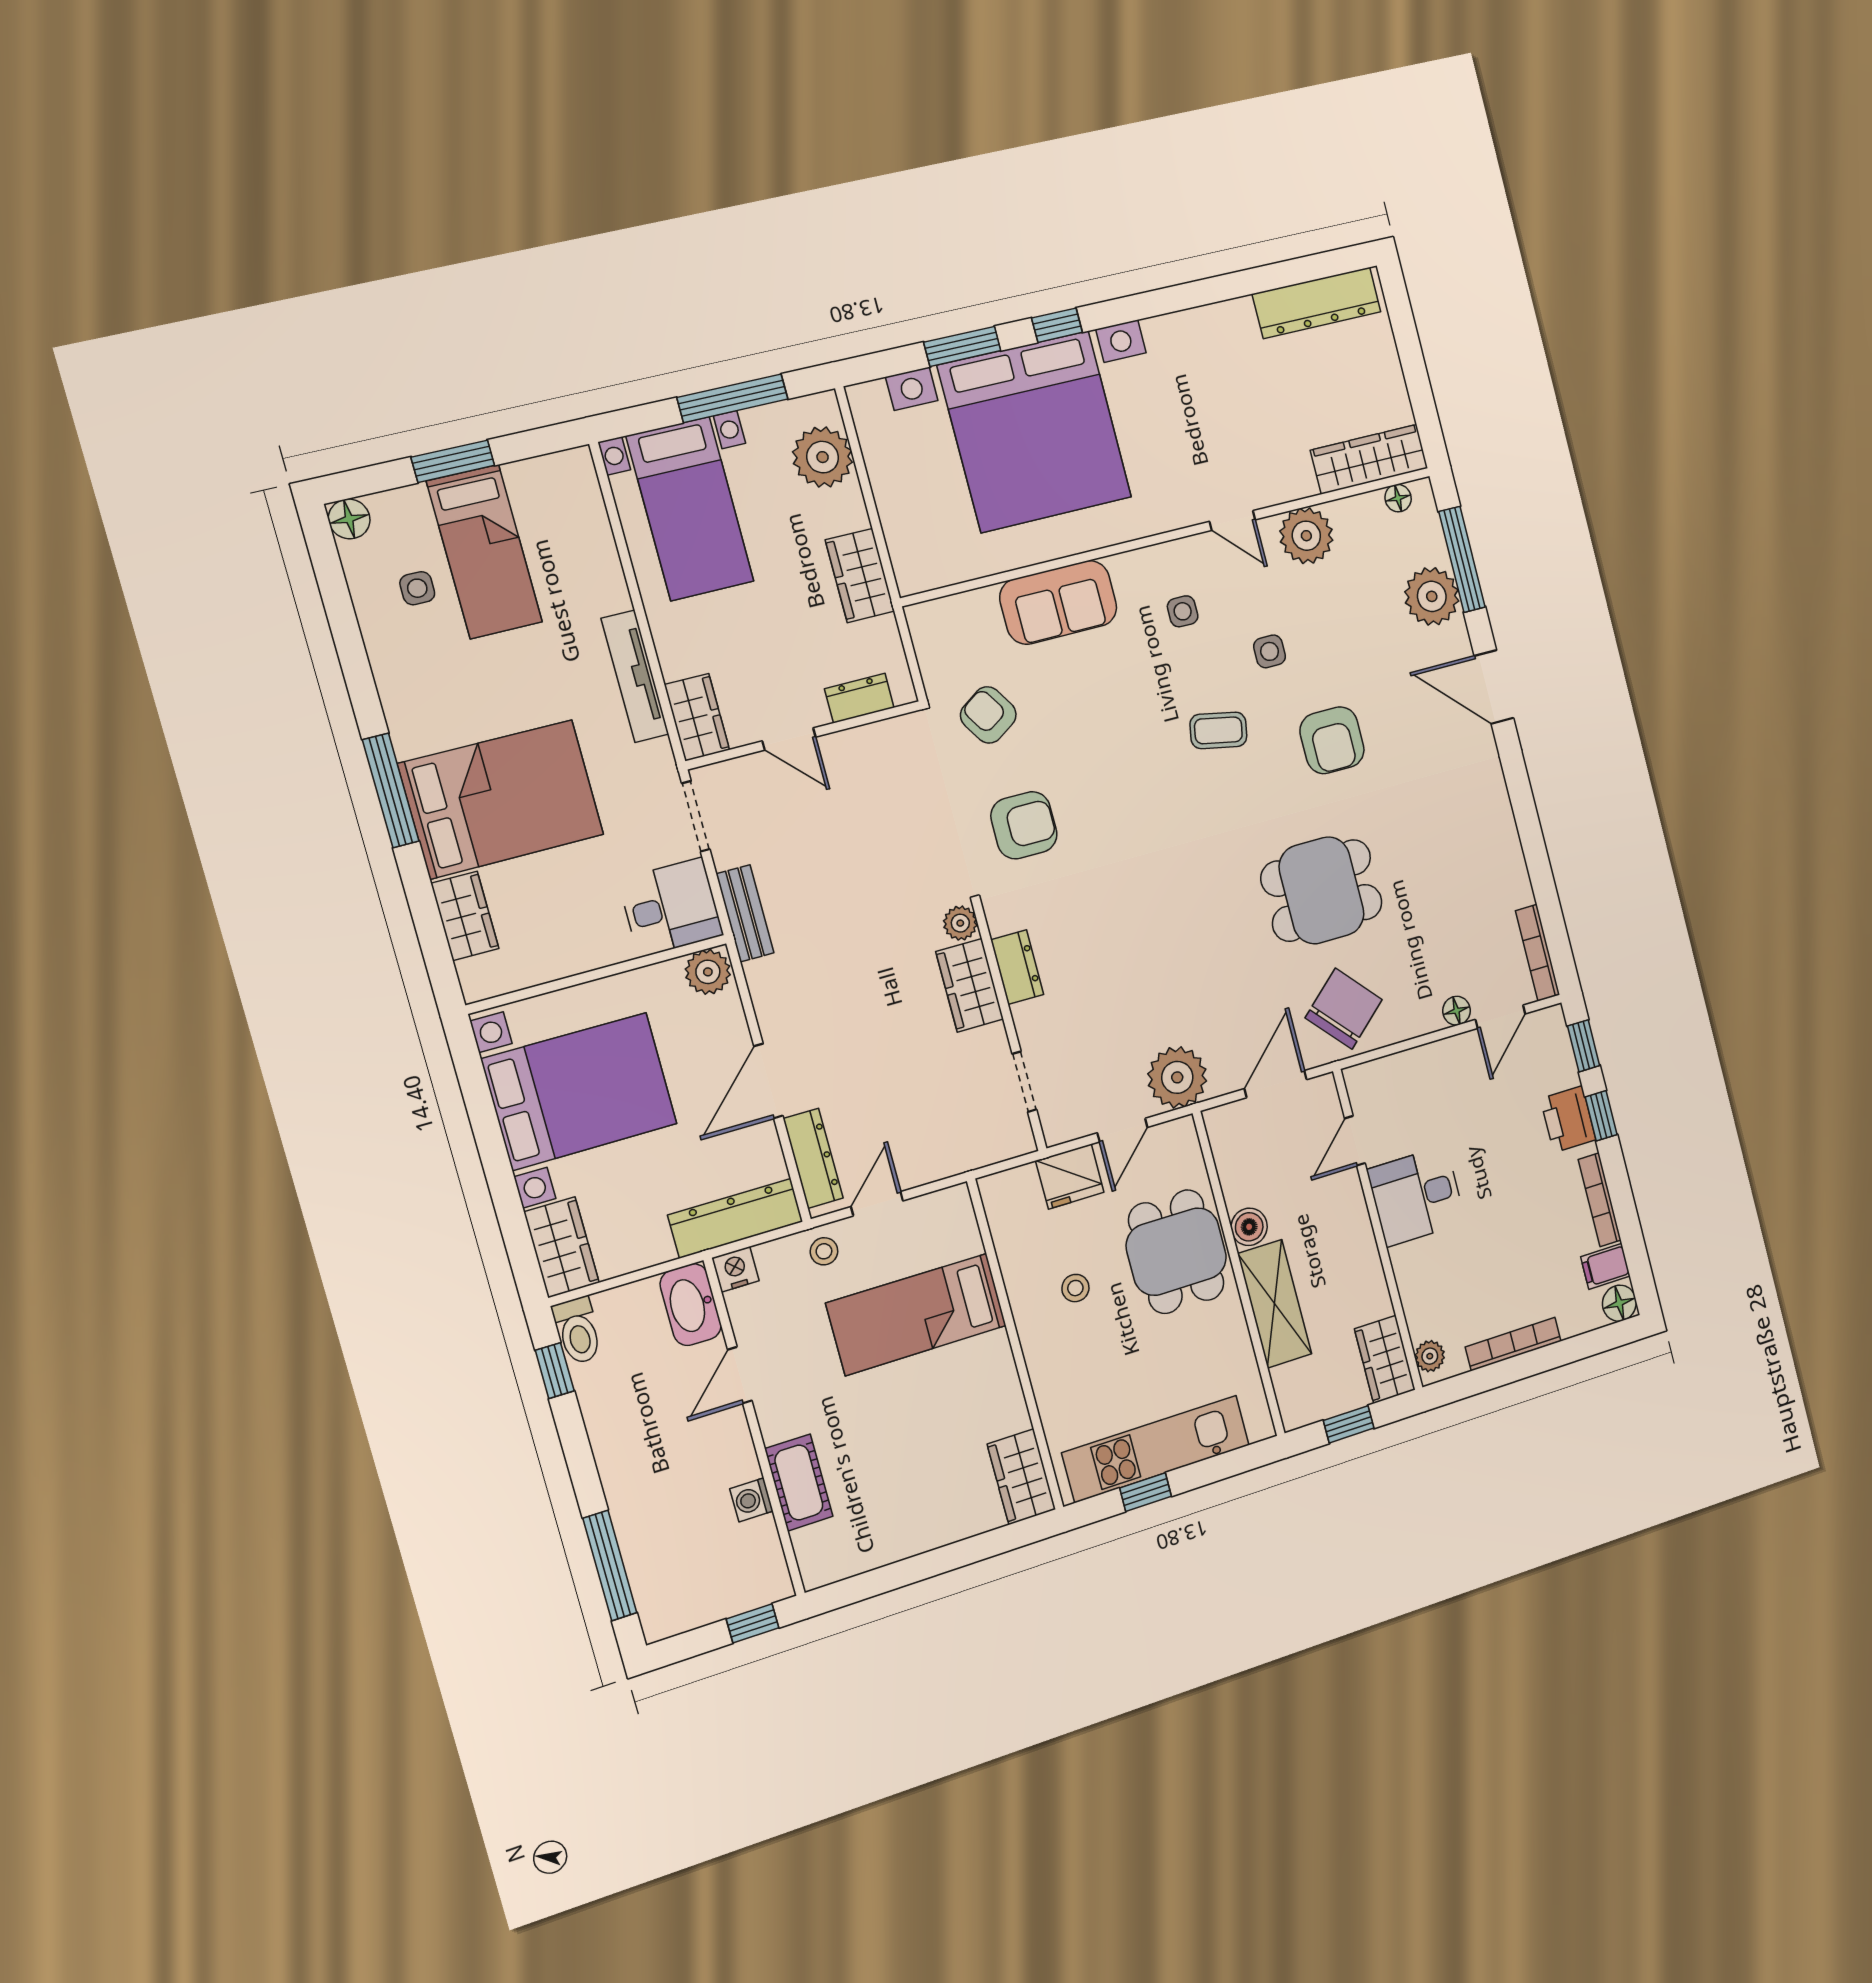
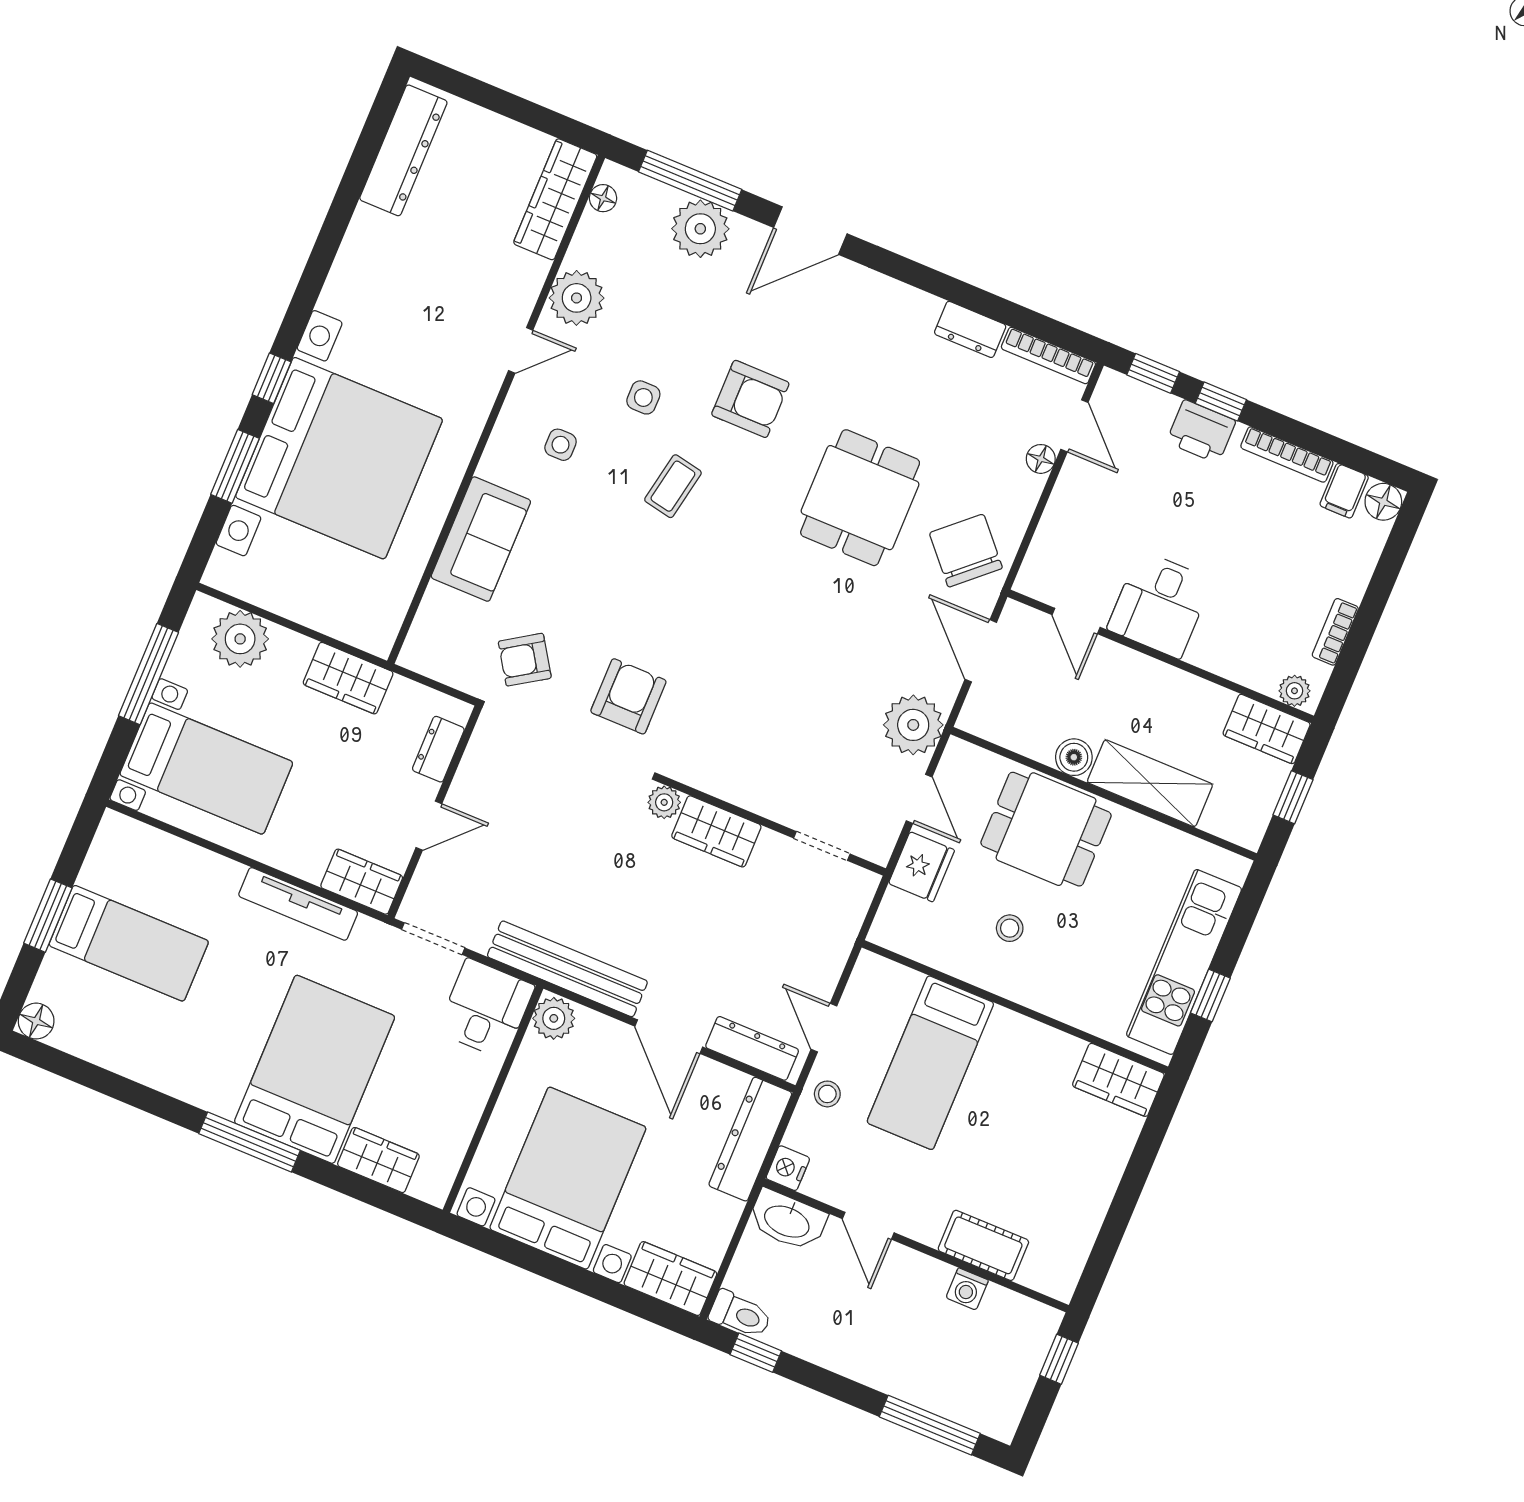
side table: (417, 588) -> (120, 1011), removed
bench: (745, 913) -> (567, 969), width x1.86, depth x1.21
dresser: (1017, 967) -> (970, 329), moved, turned 180
bookcase: (1513, 1344) -> (1335, 632), width x0.64

